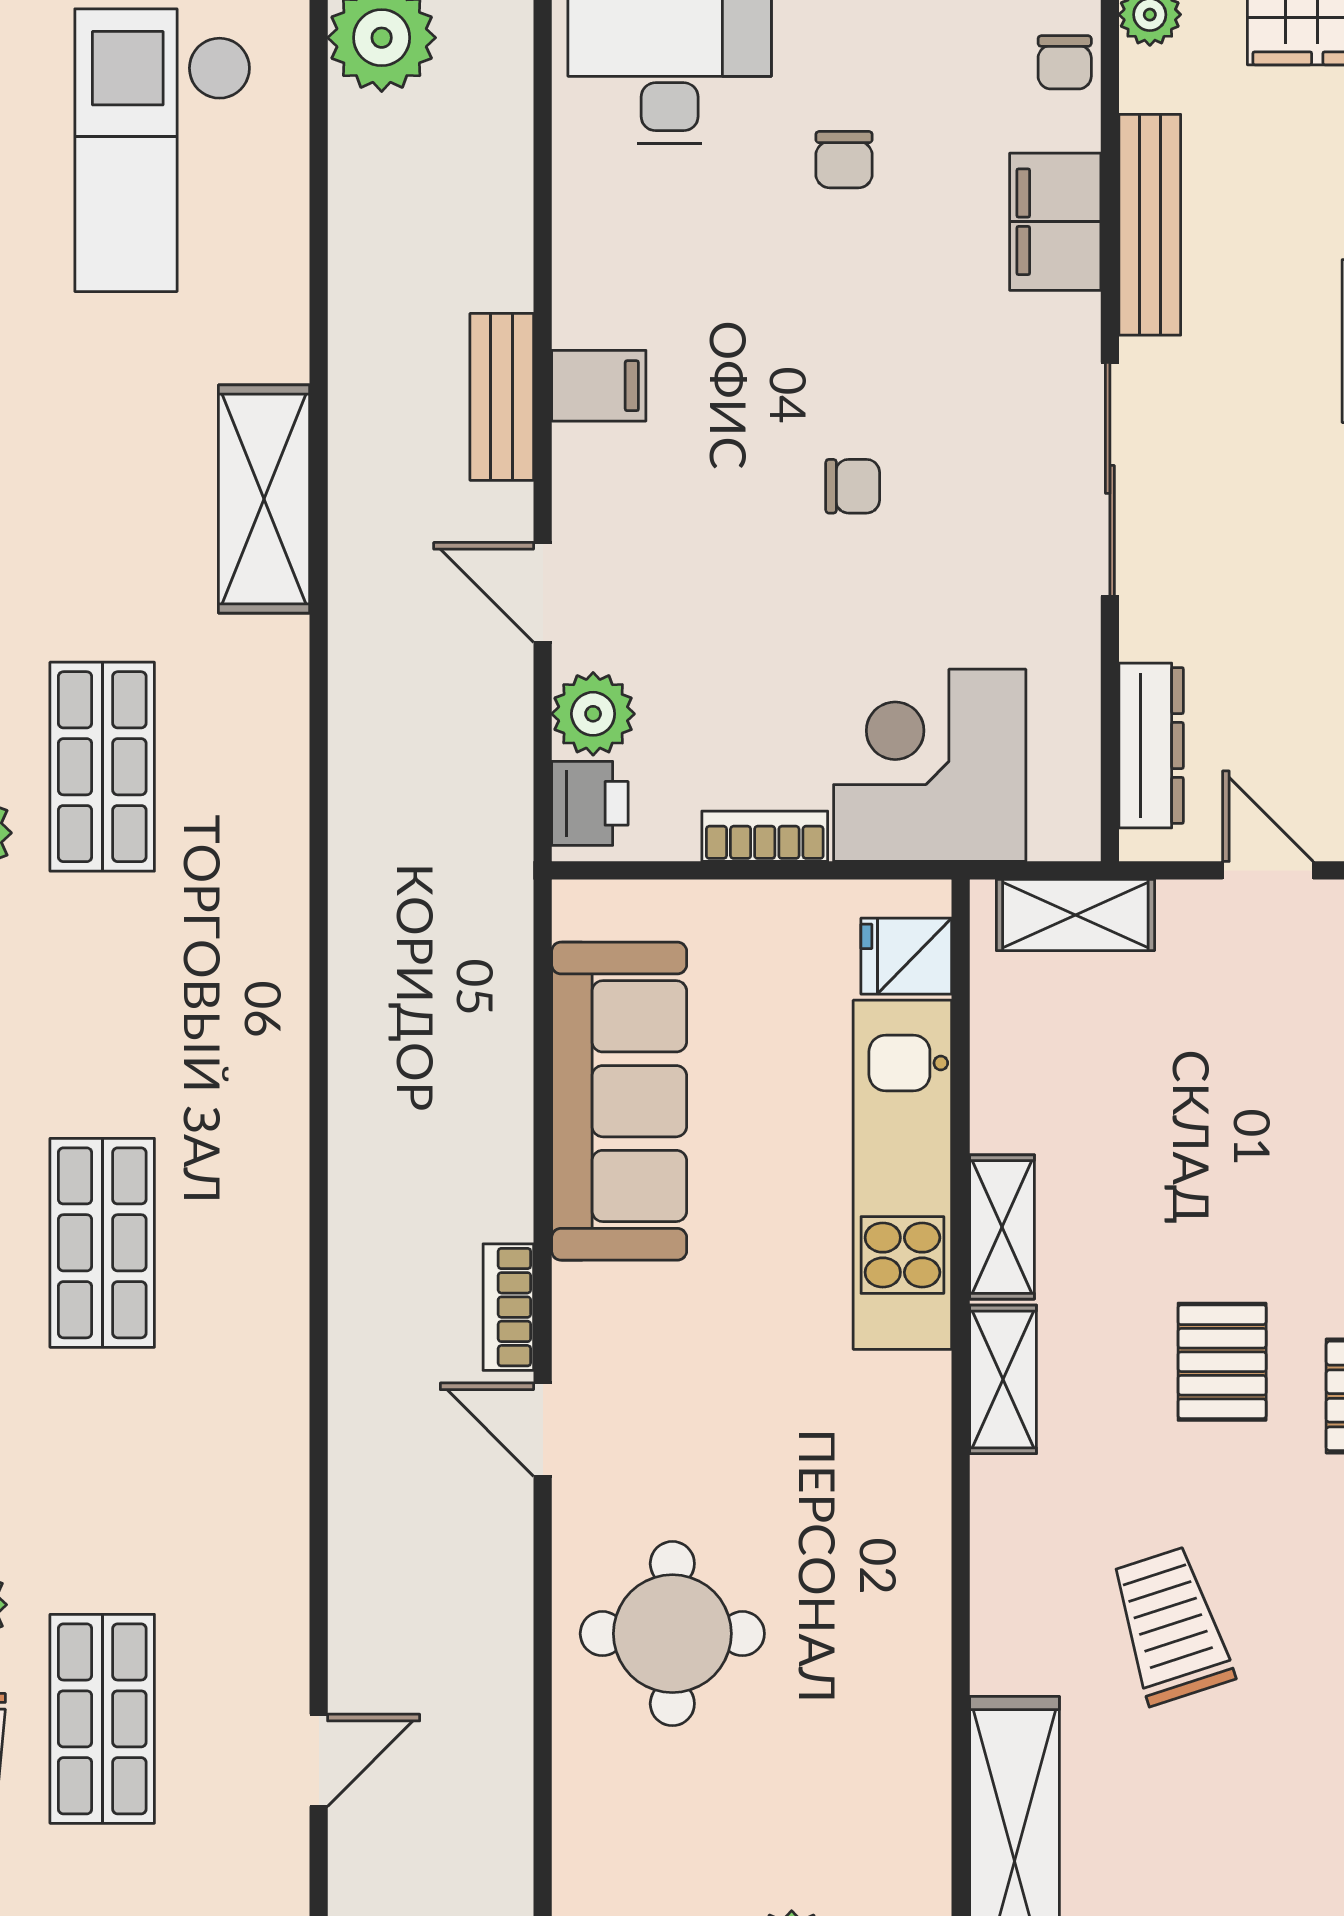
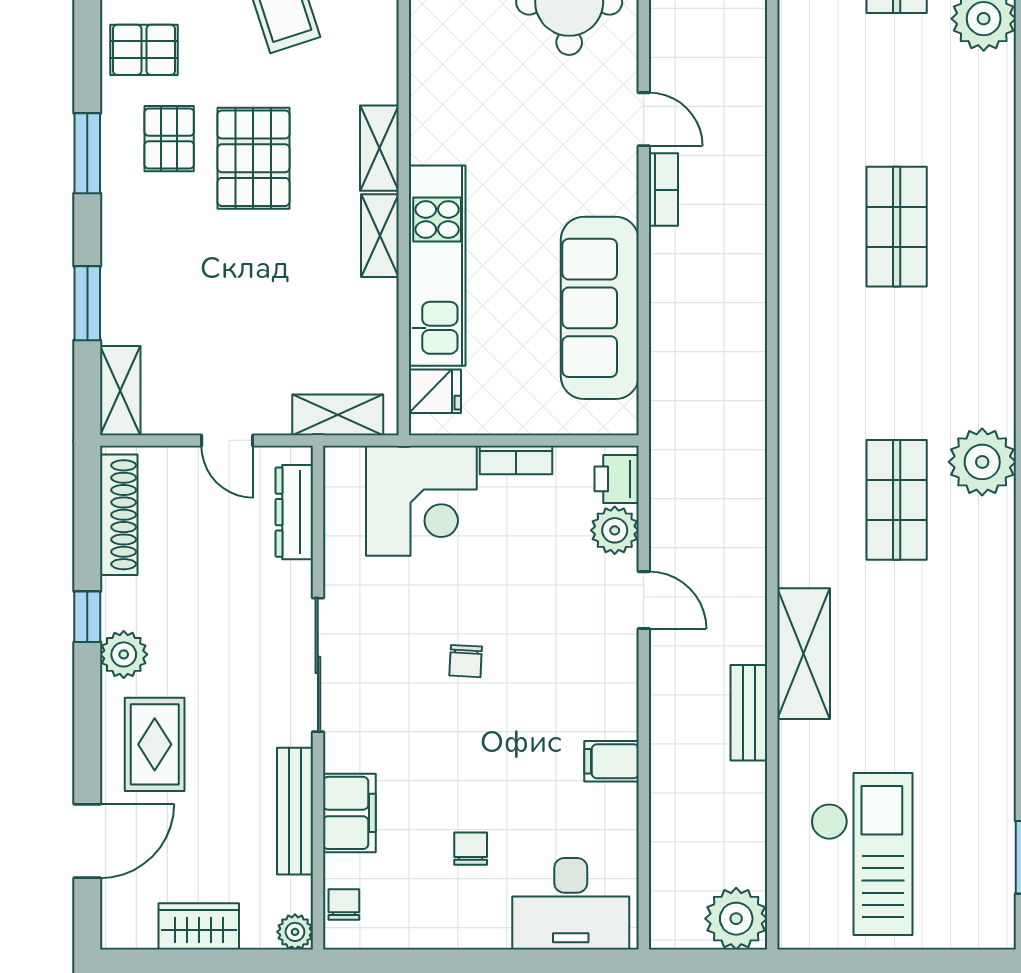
filing cabinet: (599, 386) -> (611, 761), moved
bench: (502, 397) -> (749, 713), moved
chair: (853, 486) -> (466, 661), turned -87
pallet: (1222, 1362) -> (253, 158), width x1.50, depth x1.42

